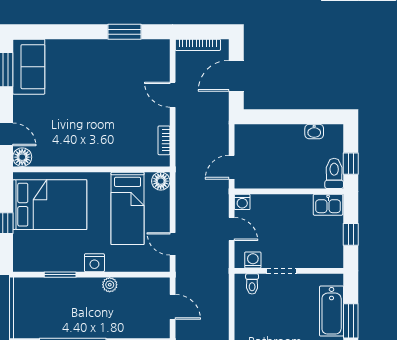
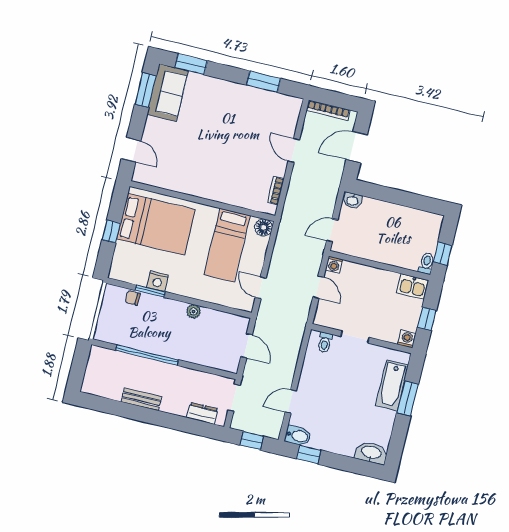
window: (46, 32) -> (191, 64), added
washbasin: (314, 131) -> (352, 200), moved
floor lamp: (22, 157) -> (141, 174), removed
toilet: (334, 173) -> (426, 263), width x0.73, depth x0.72
washing machine: (253, 260) -> (407, 339), moved
nightstand: (94, 263) -> (157, 281), moved
chair: (44, 286) -> (133, 298), added

